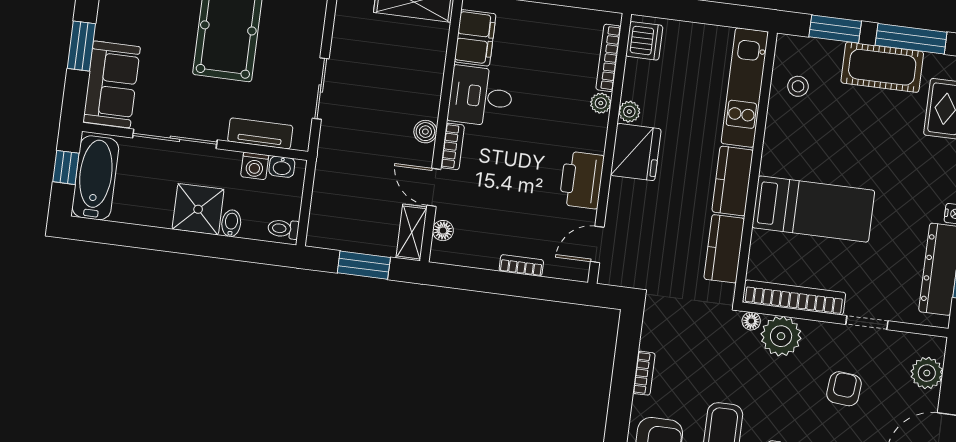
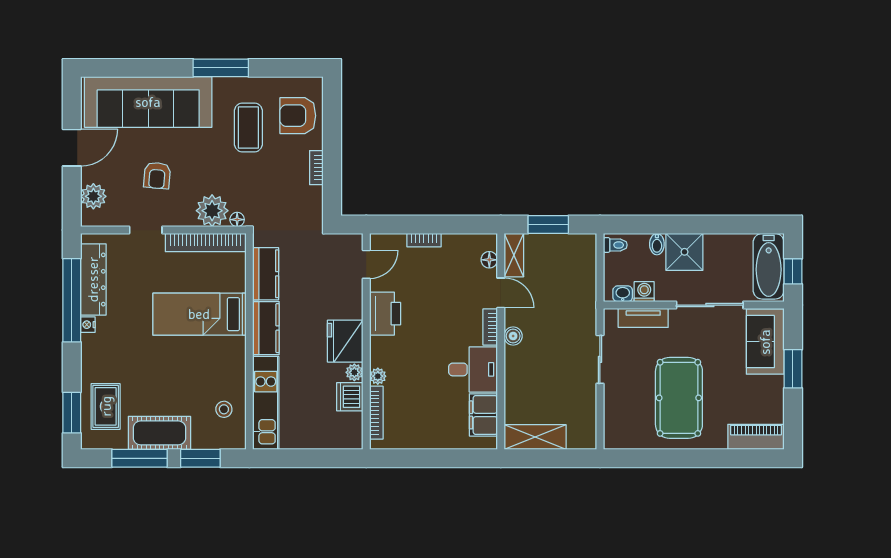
dishwasher: (644, 41) -> (350, 397), moved

